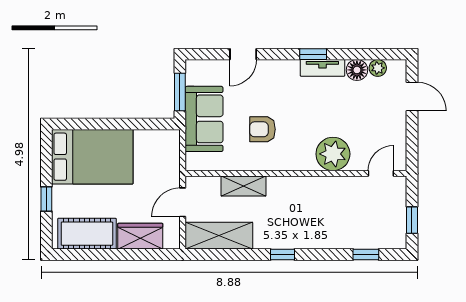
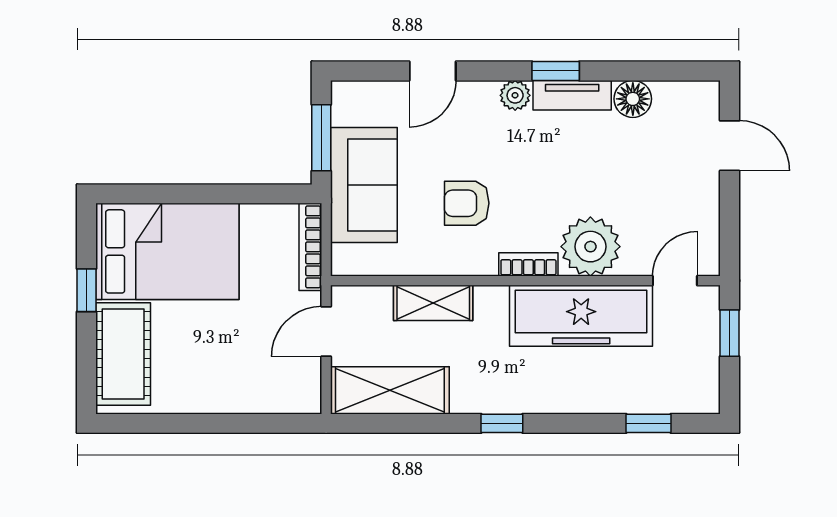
plant: (378, 68) -> (515, 95), moved
bookcase: (174, 154) -> (310, 247), added
bookcase: (298, 164) -> (528, 264), added
freezer: (328, 193) -> (581, 316), added
window: (46, 199) -> (87, 290), moved
window: (412, 220) -> (729, 333), moved
cot: (87, 234) -> (123, 354), moved, turned 90
wardrobe: (140, 236) -> (252, 391), removed

